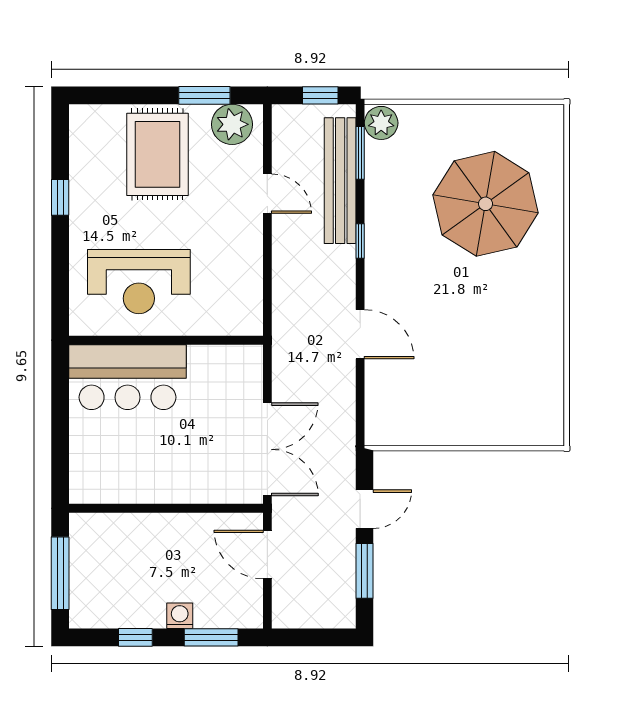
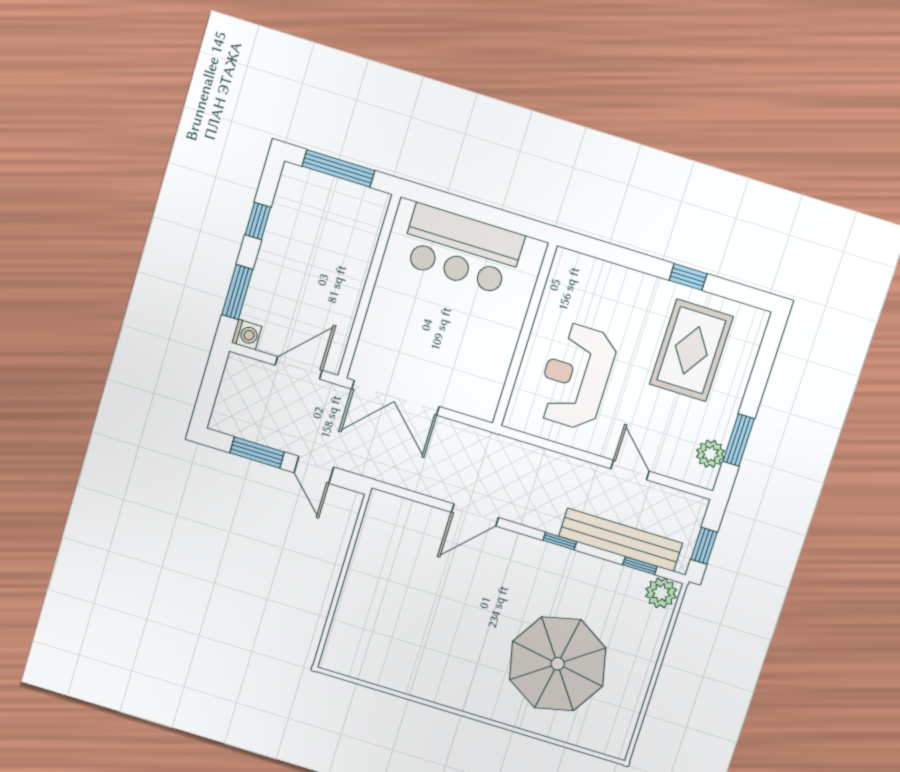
plant: (232, 124) -> (710, 454), width x0.73, depth x0.73
window: (360, 153) -> (640, 566), width x0.67
rug: (157, 154) -> (691, 350), moved, turned 90
door: (267, 194) -> (630, 470), swing flipped
reception desk: (139, 282) -> (576, 376), moved
bar counter: (127, 377) -> (462, 249), moved, turned -90
washing machine: (180, 616) -> (247, 335), moved

